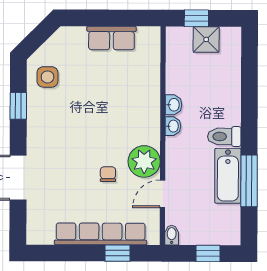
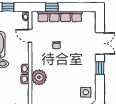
window: (18, 106) -> (100, 68), moved
plant: (144, 161) -> (39, 77), moved
door: (162, 194) -> (30, 36), swing flipped

